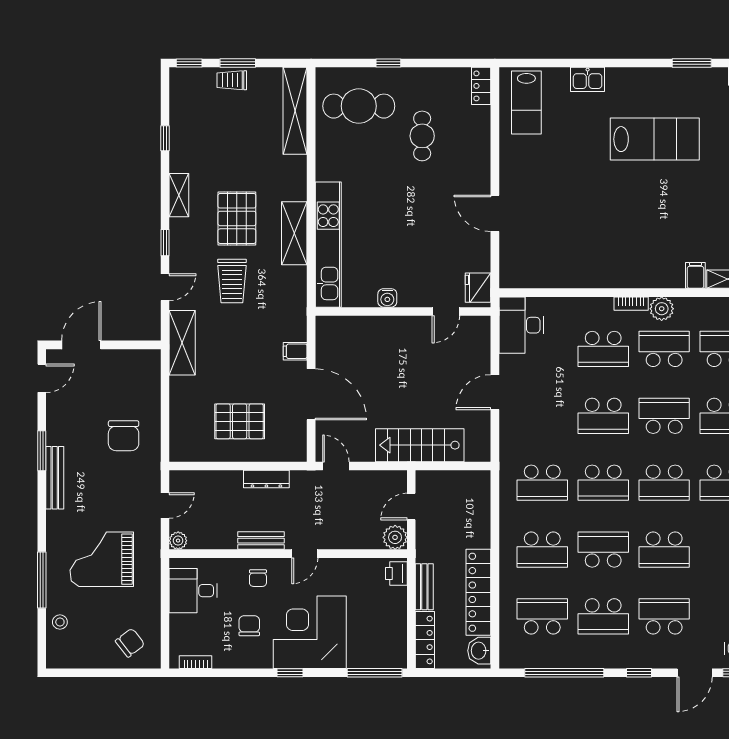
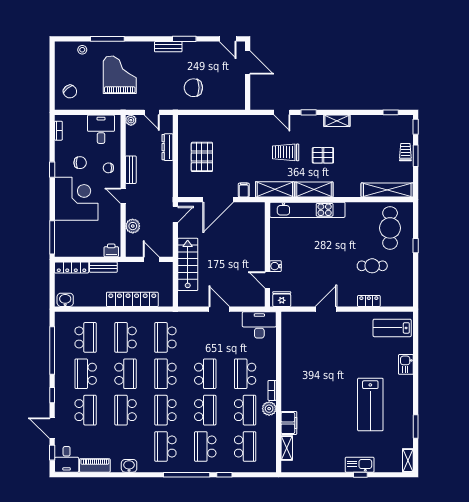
locker: (481, 86) -> (369, 301), moved
window: (165, 138) -> (391, 112), moved
pallet: (237, 218) -> (323, 155), width x0.67, depth x0.71
filing cabinet: (695, 275) -> (289, 423), width x2.00
water cooler: (387, 298) -> (276, 266), moved
shelving: (182, 343) -> (275, 189), moved
school desk: (603, 416) -> (205, 374), turned 180
bench: (55, 478) -> (168, 47), width x0.73
dresser: (266, 479) -> (168, 147), moved
plant: (395, 537) -> (133, 226), moved
locker: (478, 592) -> (132, 299), moved
window: (290, 673) -> (52, 170), moved

